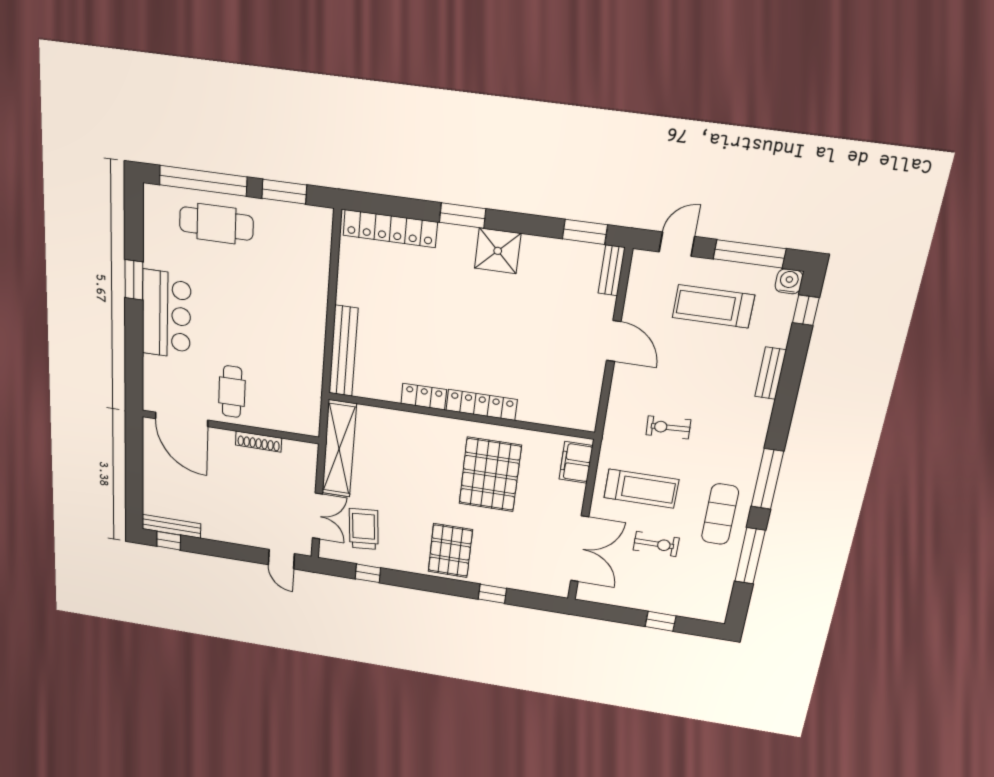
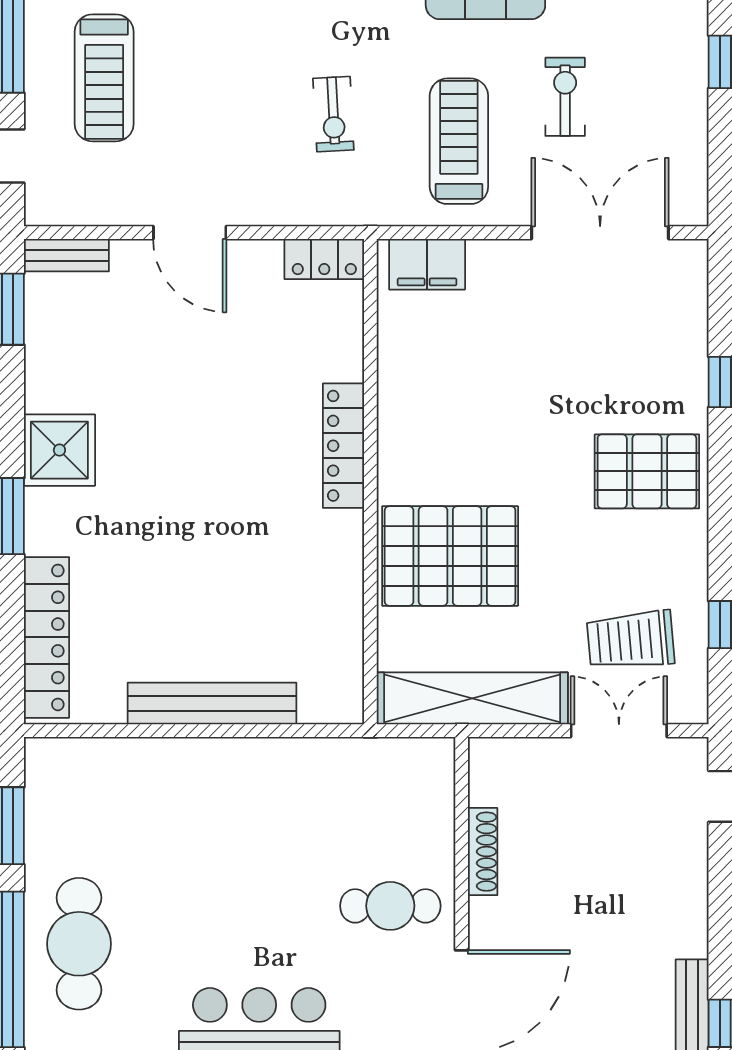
door: (614, 341) -> (190, 233), swing flipped
bench: (343, 351) -> (212, 704), moved
locker: (424, 397) -> (324, 259), moved, turned -90
pallet: (490, 475) -> (450, 556), moved

